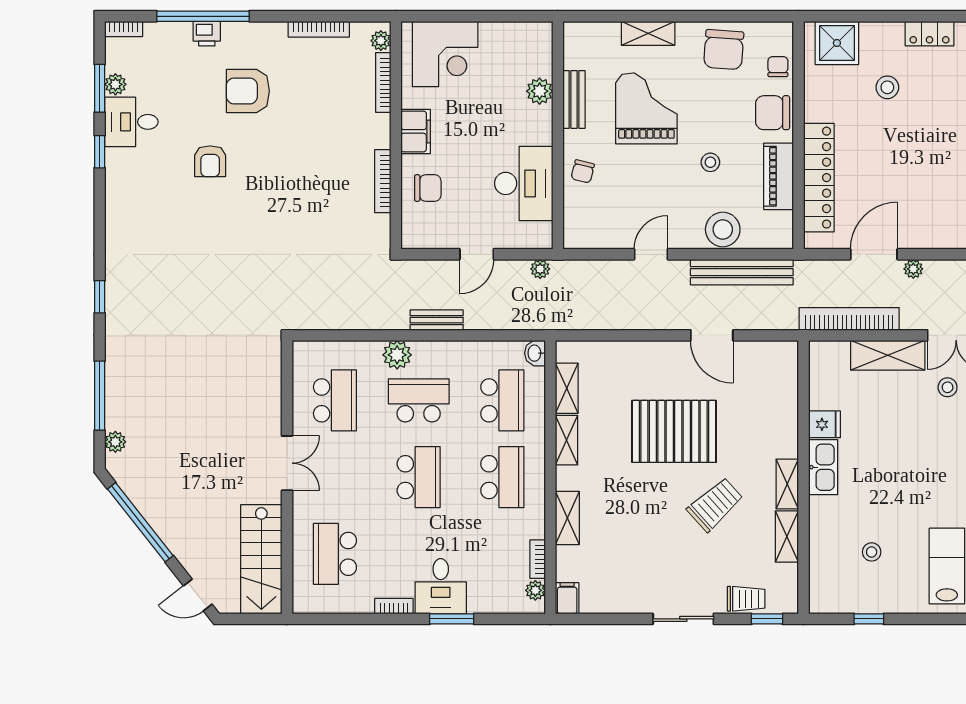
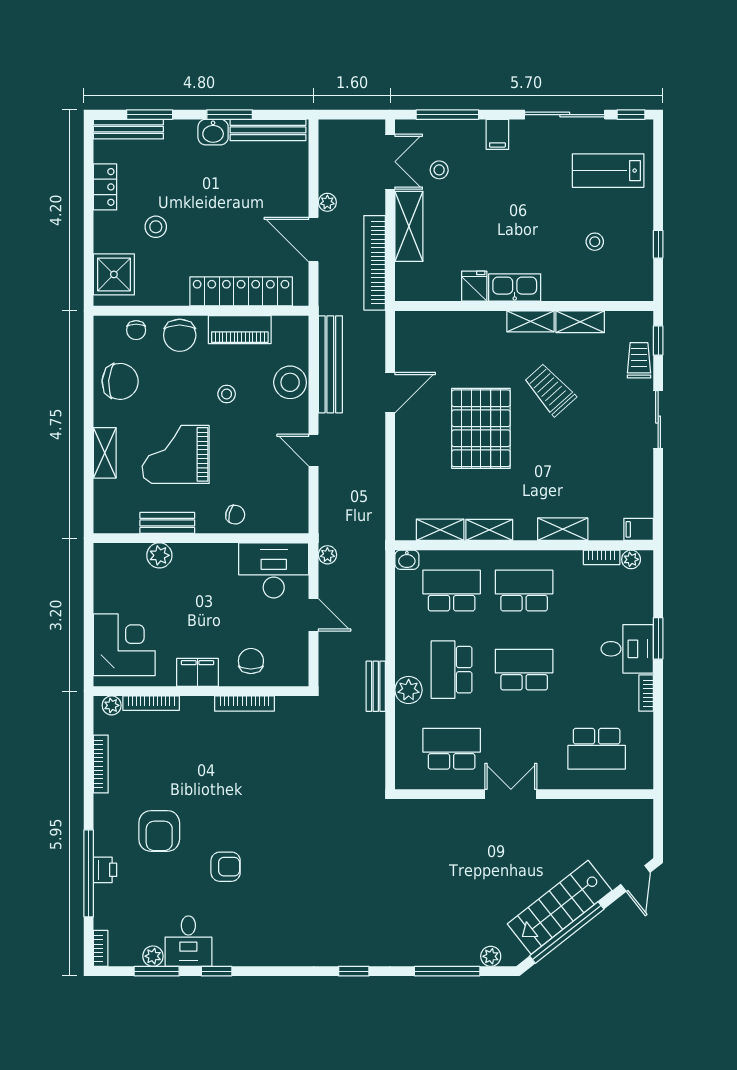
chair: (778, 67) -> (136, 330), turned -90
desk: (524, 183) -> (274, 570), moved
bench: (437, 320) -> (376, 686), moved
stairs: (261, 559) -> (560, 907), moved, turned 142

